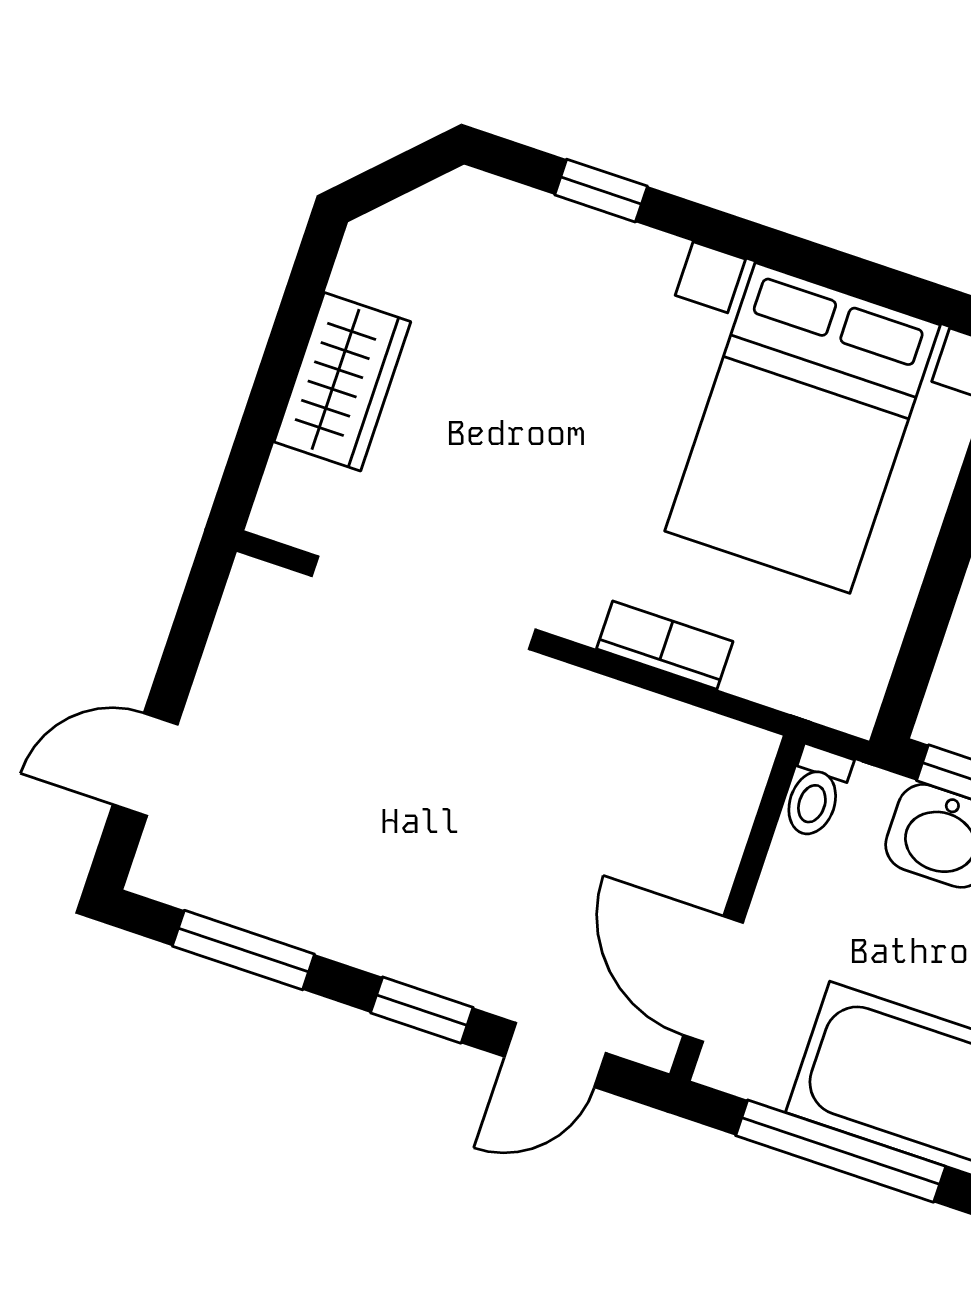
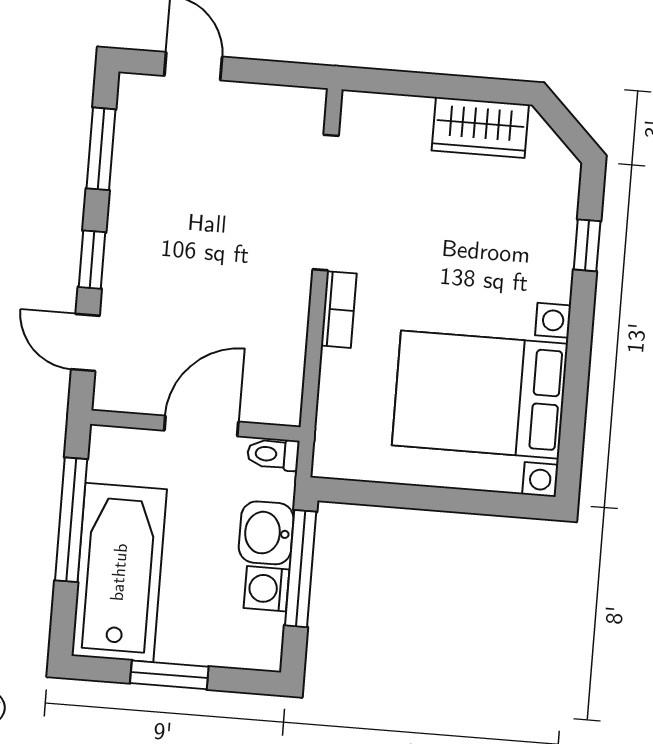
wardrobe: (342, 382) -> (480, 128), moved
bookcase: (665, 645) -> (339, 310), moved
door: (713, 979) -> (201, 426), moved

